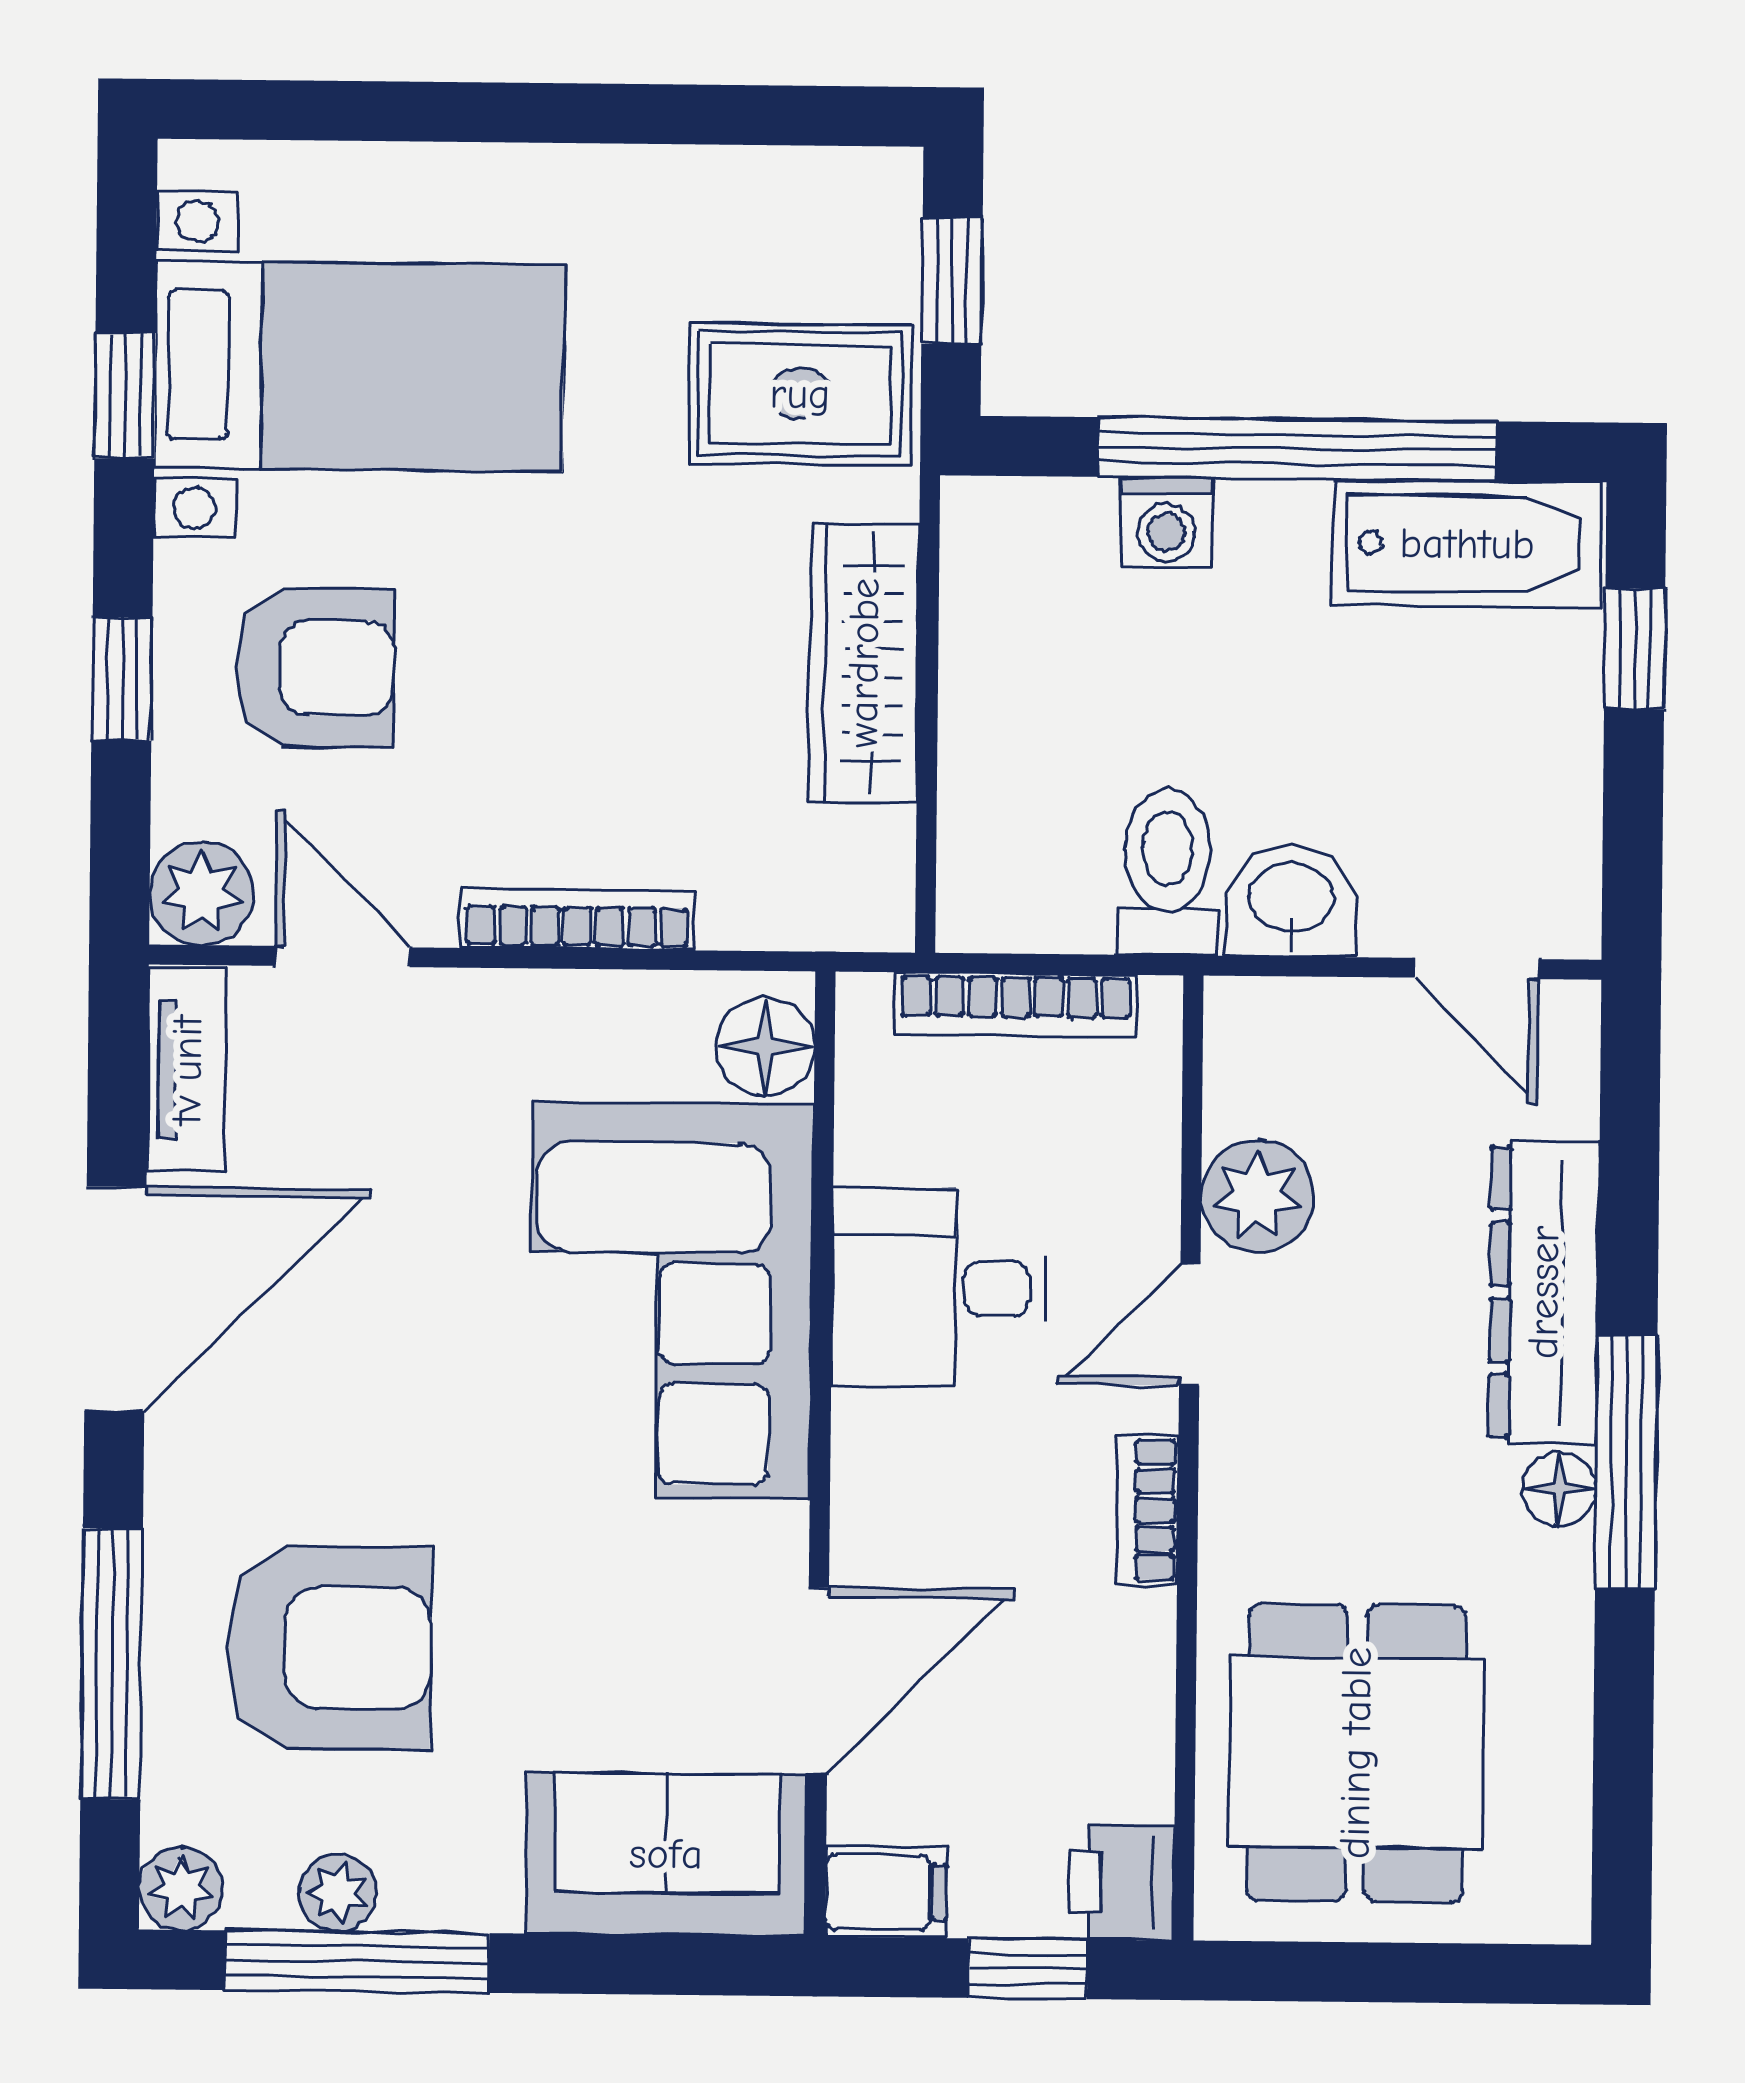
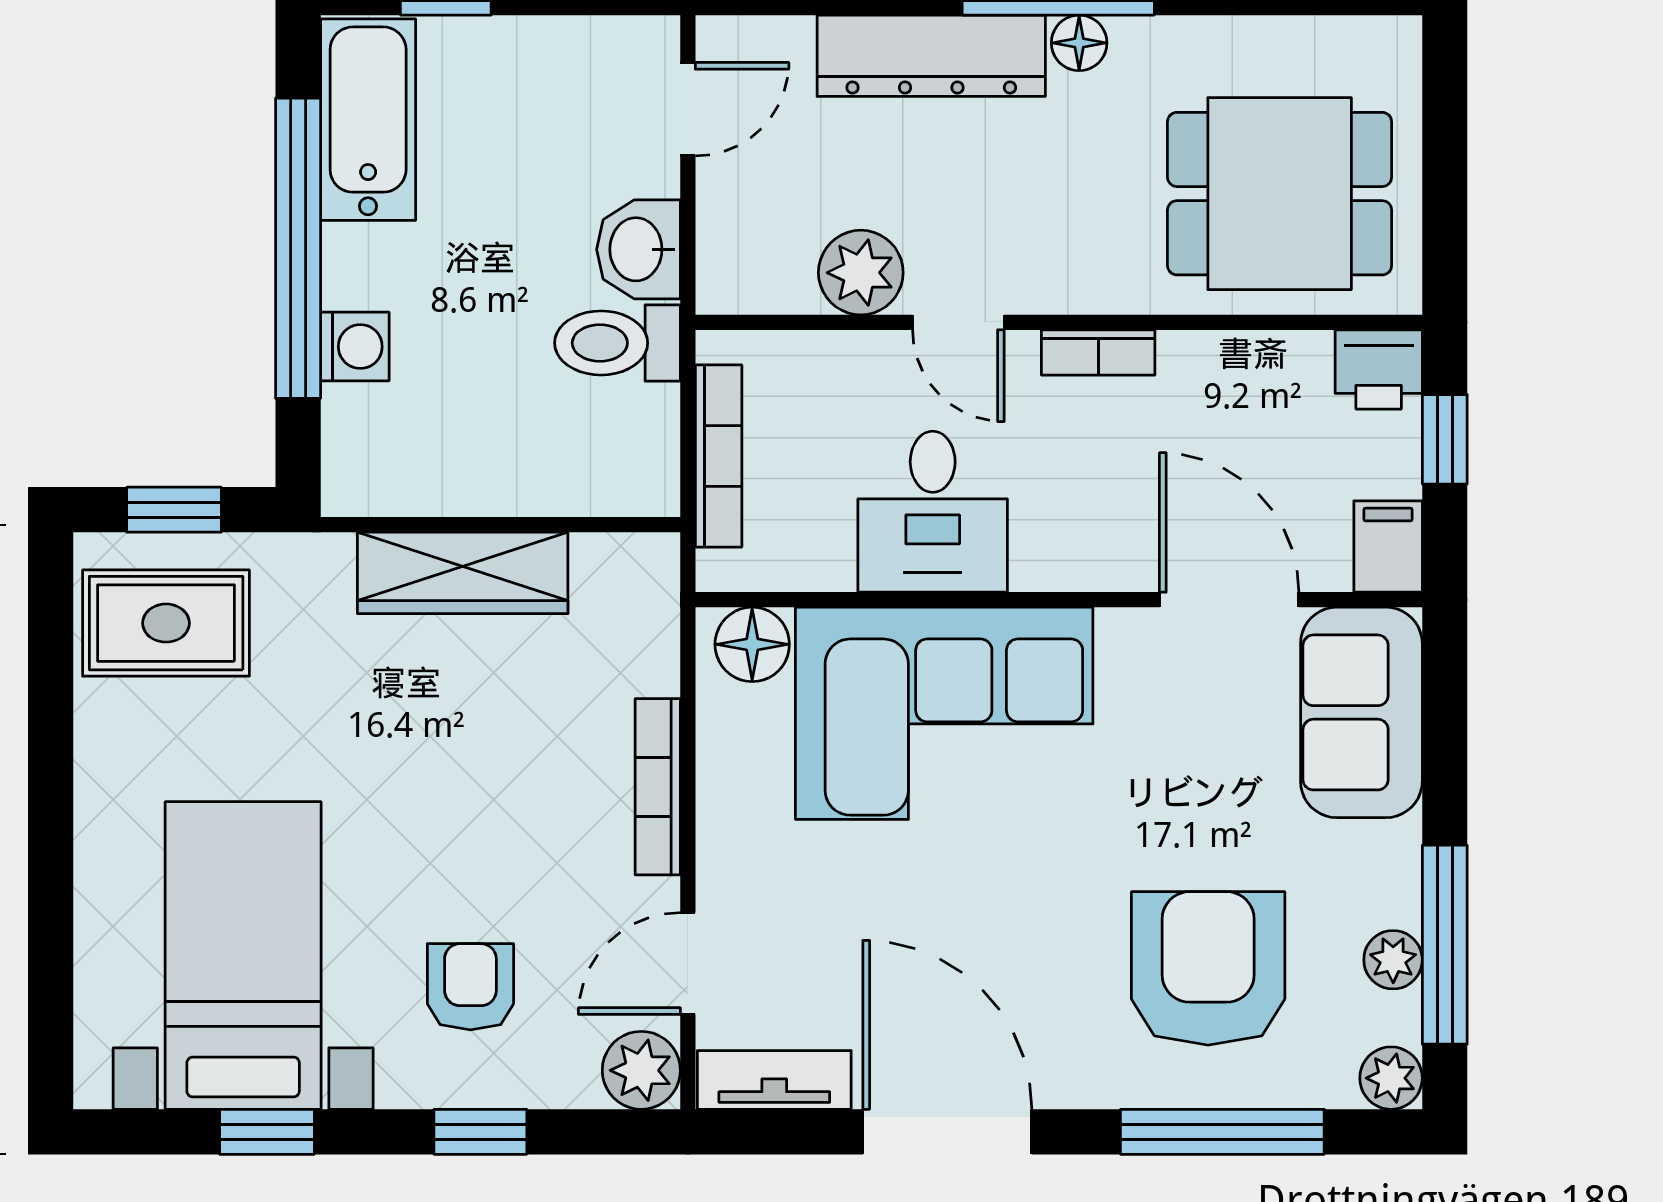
rug: (800, 394) -> (166, 623), moved, turned 90
armchair: (315, 668) -> (470, 987), width x0.72, depth x0.72

